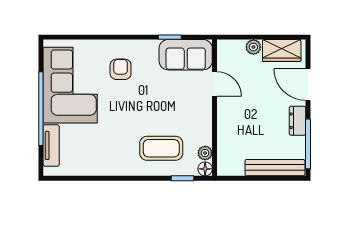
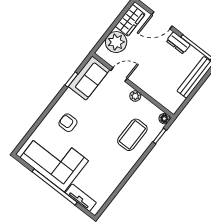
plant: (253, 47) -> (116, 42), width x1.88, depth x1.88
plant: (205, 153) -> (135, 96), moved

